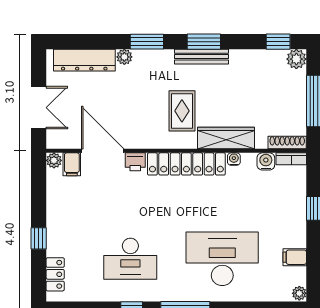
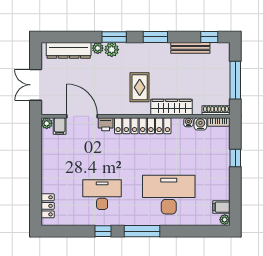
bench: (201, 57) -> (190, 48), moved
plant: (296, 59) -> (112, 50), moved
double door: (39, 108) -> (36, 85), swing flipped
water cooler: (234, 159) -> (188, 122), moved
window: (39, 238) -> (36, 180), removed
filing cabinet: (295, 257) -> (221, 207), moved
desk: (130, 259) -> (102, 195), turned 180

